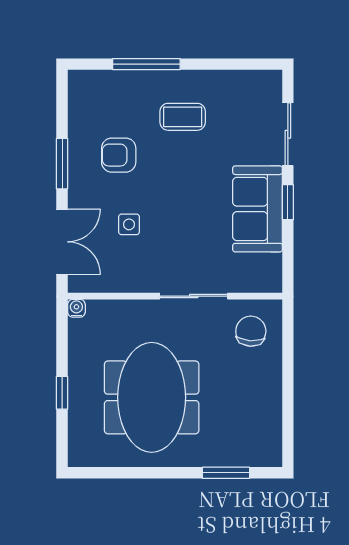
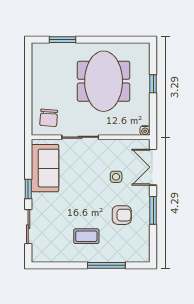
sofa: (258, 209) -> (45, 168), moved

